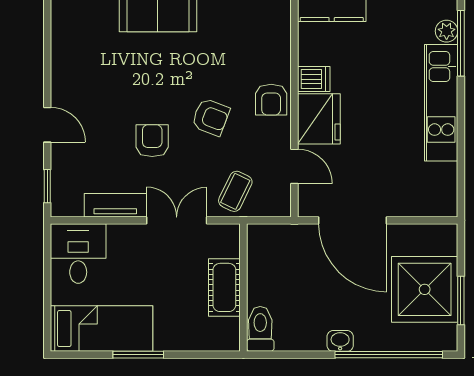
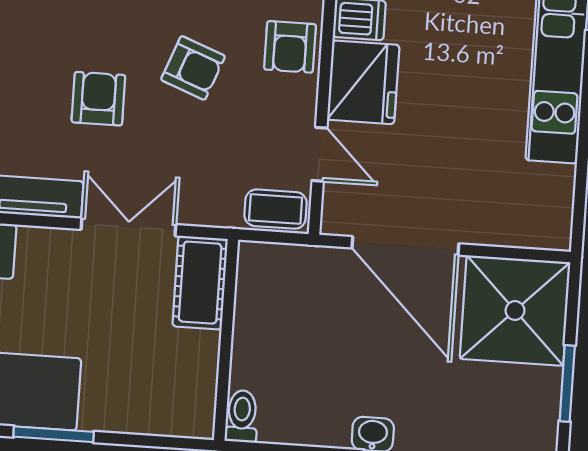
coffee table: (235, 191) -> (276, 209), moved, turned 64
cot: (224, 287) -> (200, 283), moved
shower: (425, 289) -> (515, 311), moved
toilet: (260, 329) -> (242, 416), width x0.73, depth x0.72

